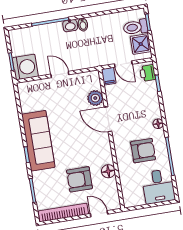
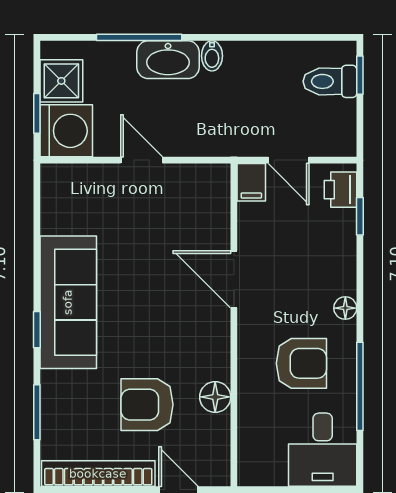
washbasin: (70, 26) -> (168, 60), width x1.91, depth x1.45
shower: (141, 44) -> (61, 81), moved
plant: (95, 98) -> (213, 227), removed

